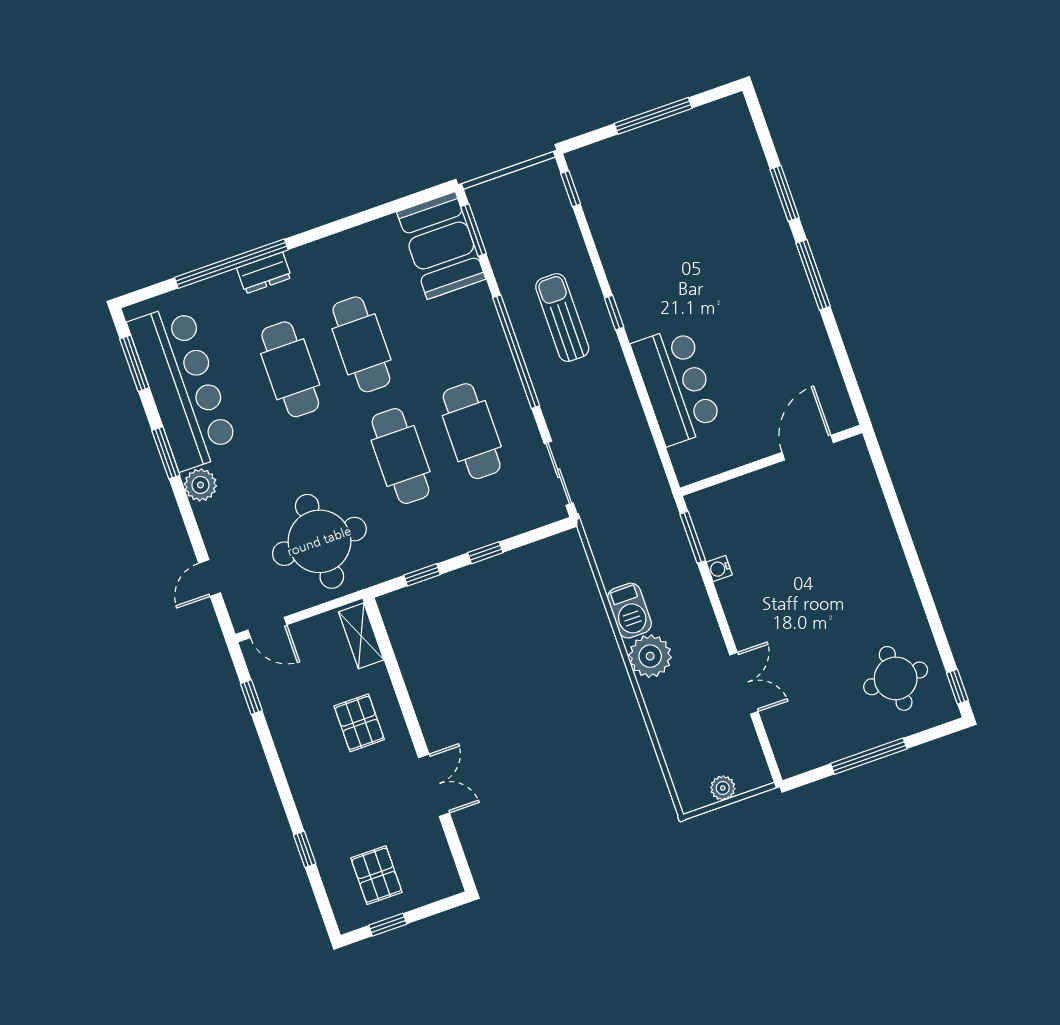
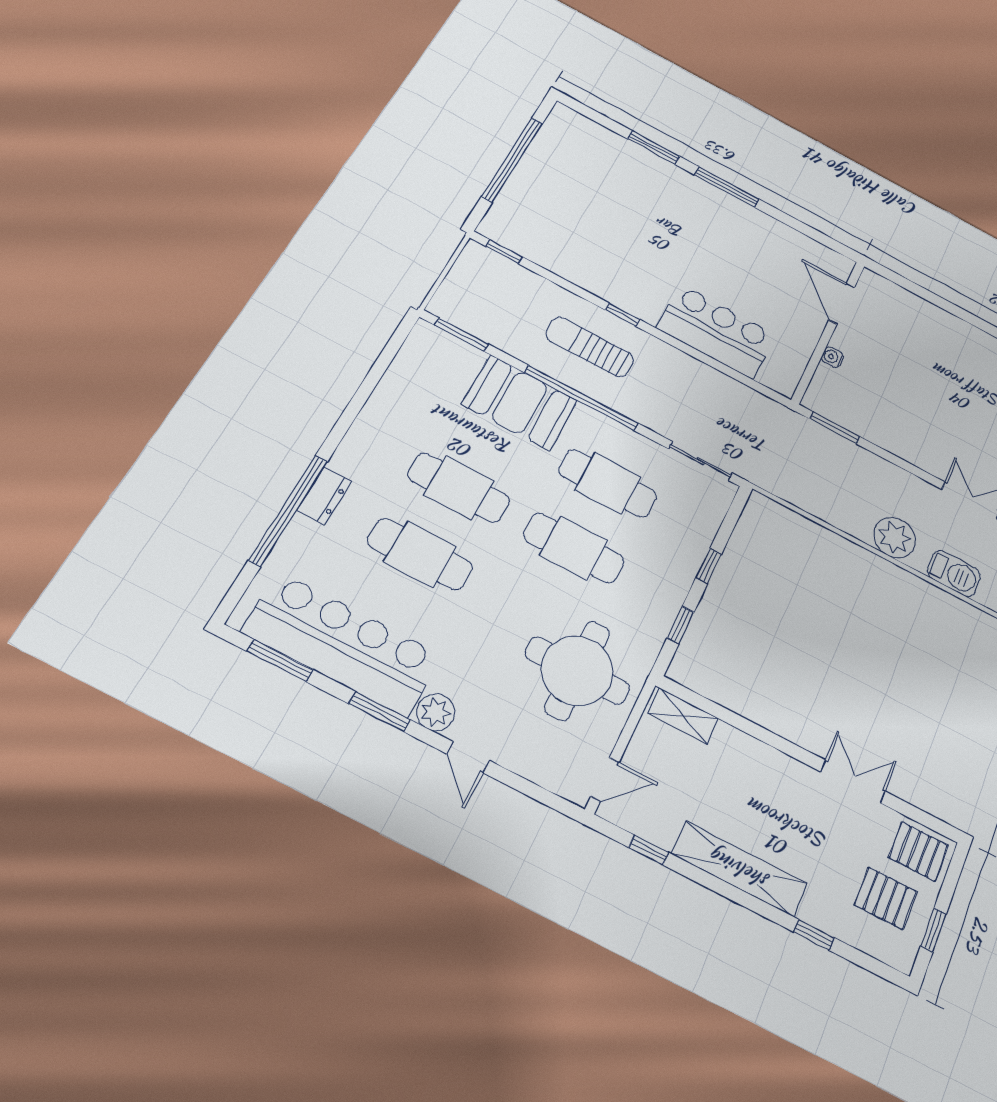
window: (653, 116) -> (512, 160), width x1.46
booth: (441, 246) -> (520, 402), moved
water cooler: (719, 569) -> (832, 357), moved, turned 90
door: (210, 578) -> (468, 757), moved
barbecue: (629, 611) -> (954, 574), moved
pallet: (359, 723) -> (918, 851), moved
shelving: (298, 764) -> (740, 869), added

